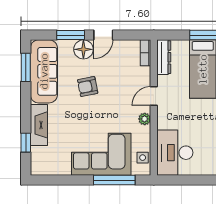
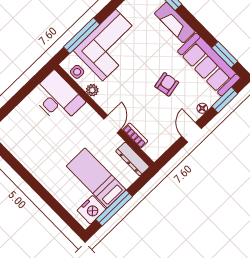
window: (71, 35) -> (225, 100), moved
floor lamp: (83, 49) -> (202, 108), width x0.53, depth x0.53
bookcase: (146, 53) -> (135, 136), moved
plant: (145, 119) -> (92, 90), moved

